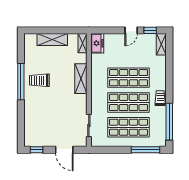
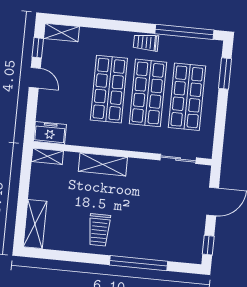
shelving: (52, 39) -> (35, 224), moved
window: (21, 82) -> (139, 263), moved
window: (146, 150) -> (225, 73), width x0.69

